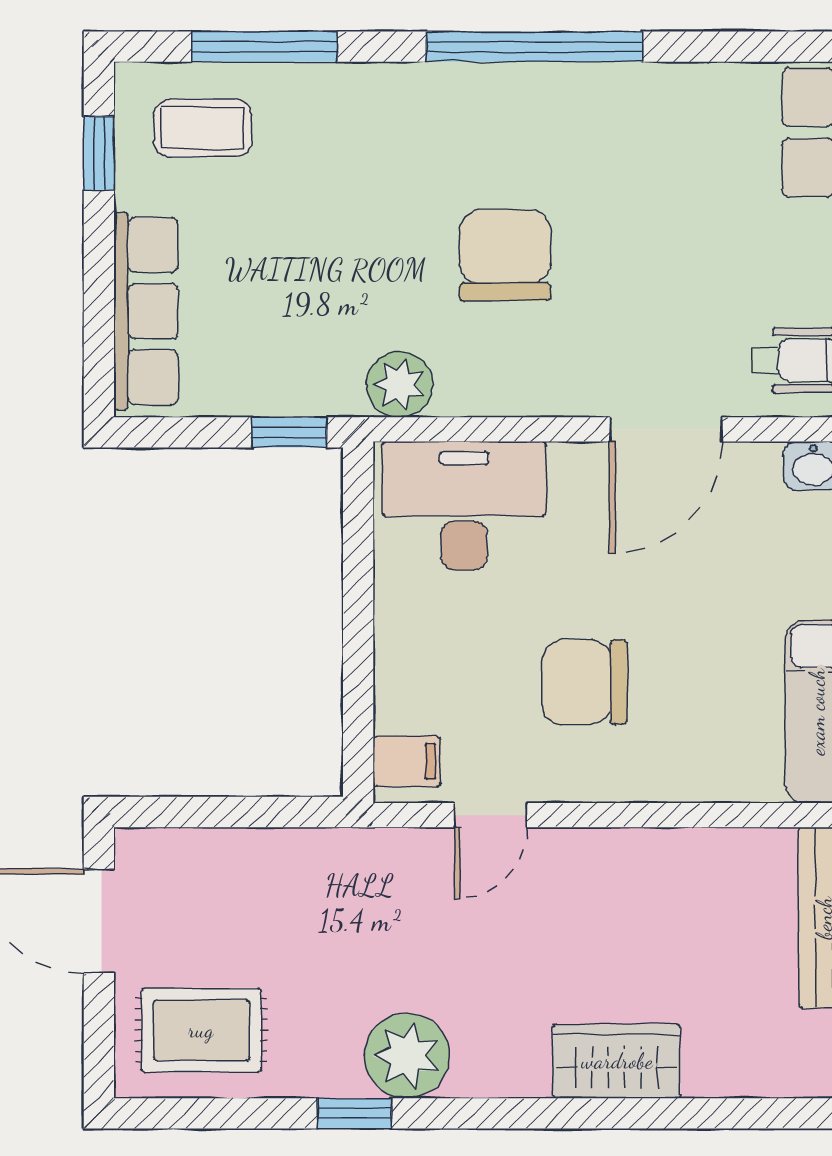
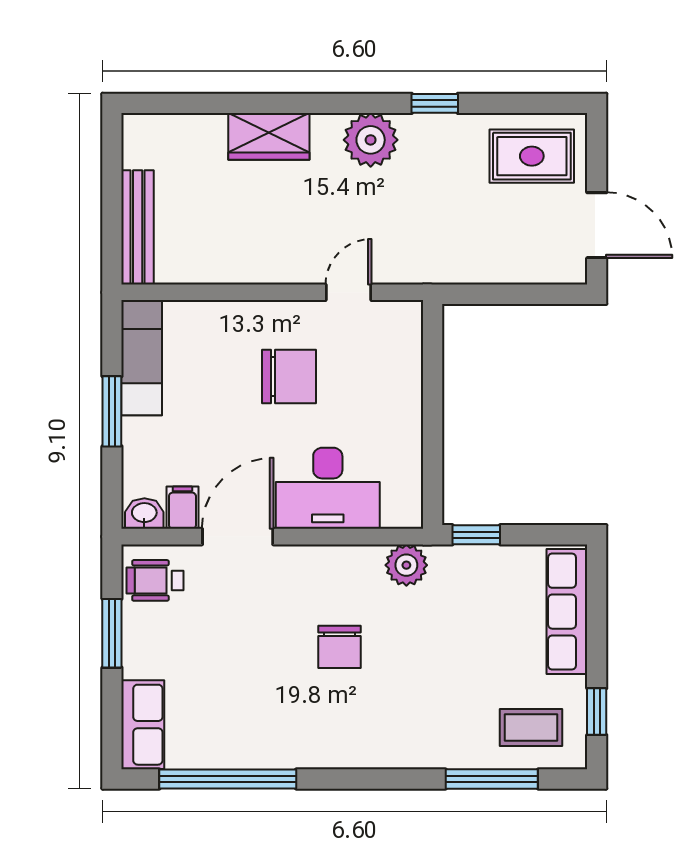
window: (534, 47) -> (228, 779), moved
chair: (505, 255) -> (339, 647), width x0.73, depth x0.73
desk: (464, 506) -> (328, 488), moved
filing cabinet: (407, 761) -> (182, 508), moved, turned 90
plant: (407, 1056) -> (371, 140), moved

